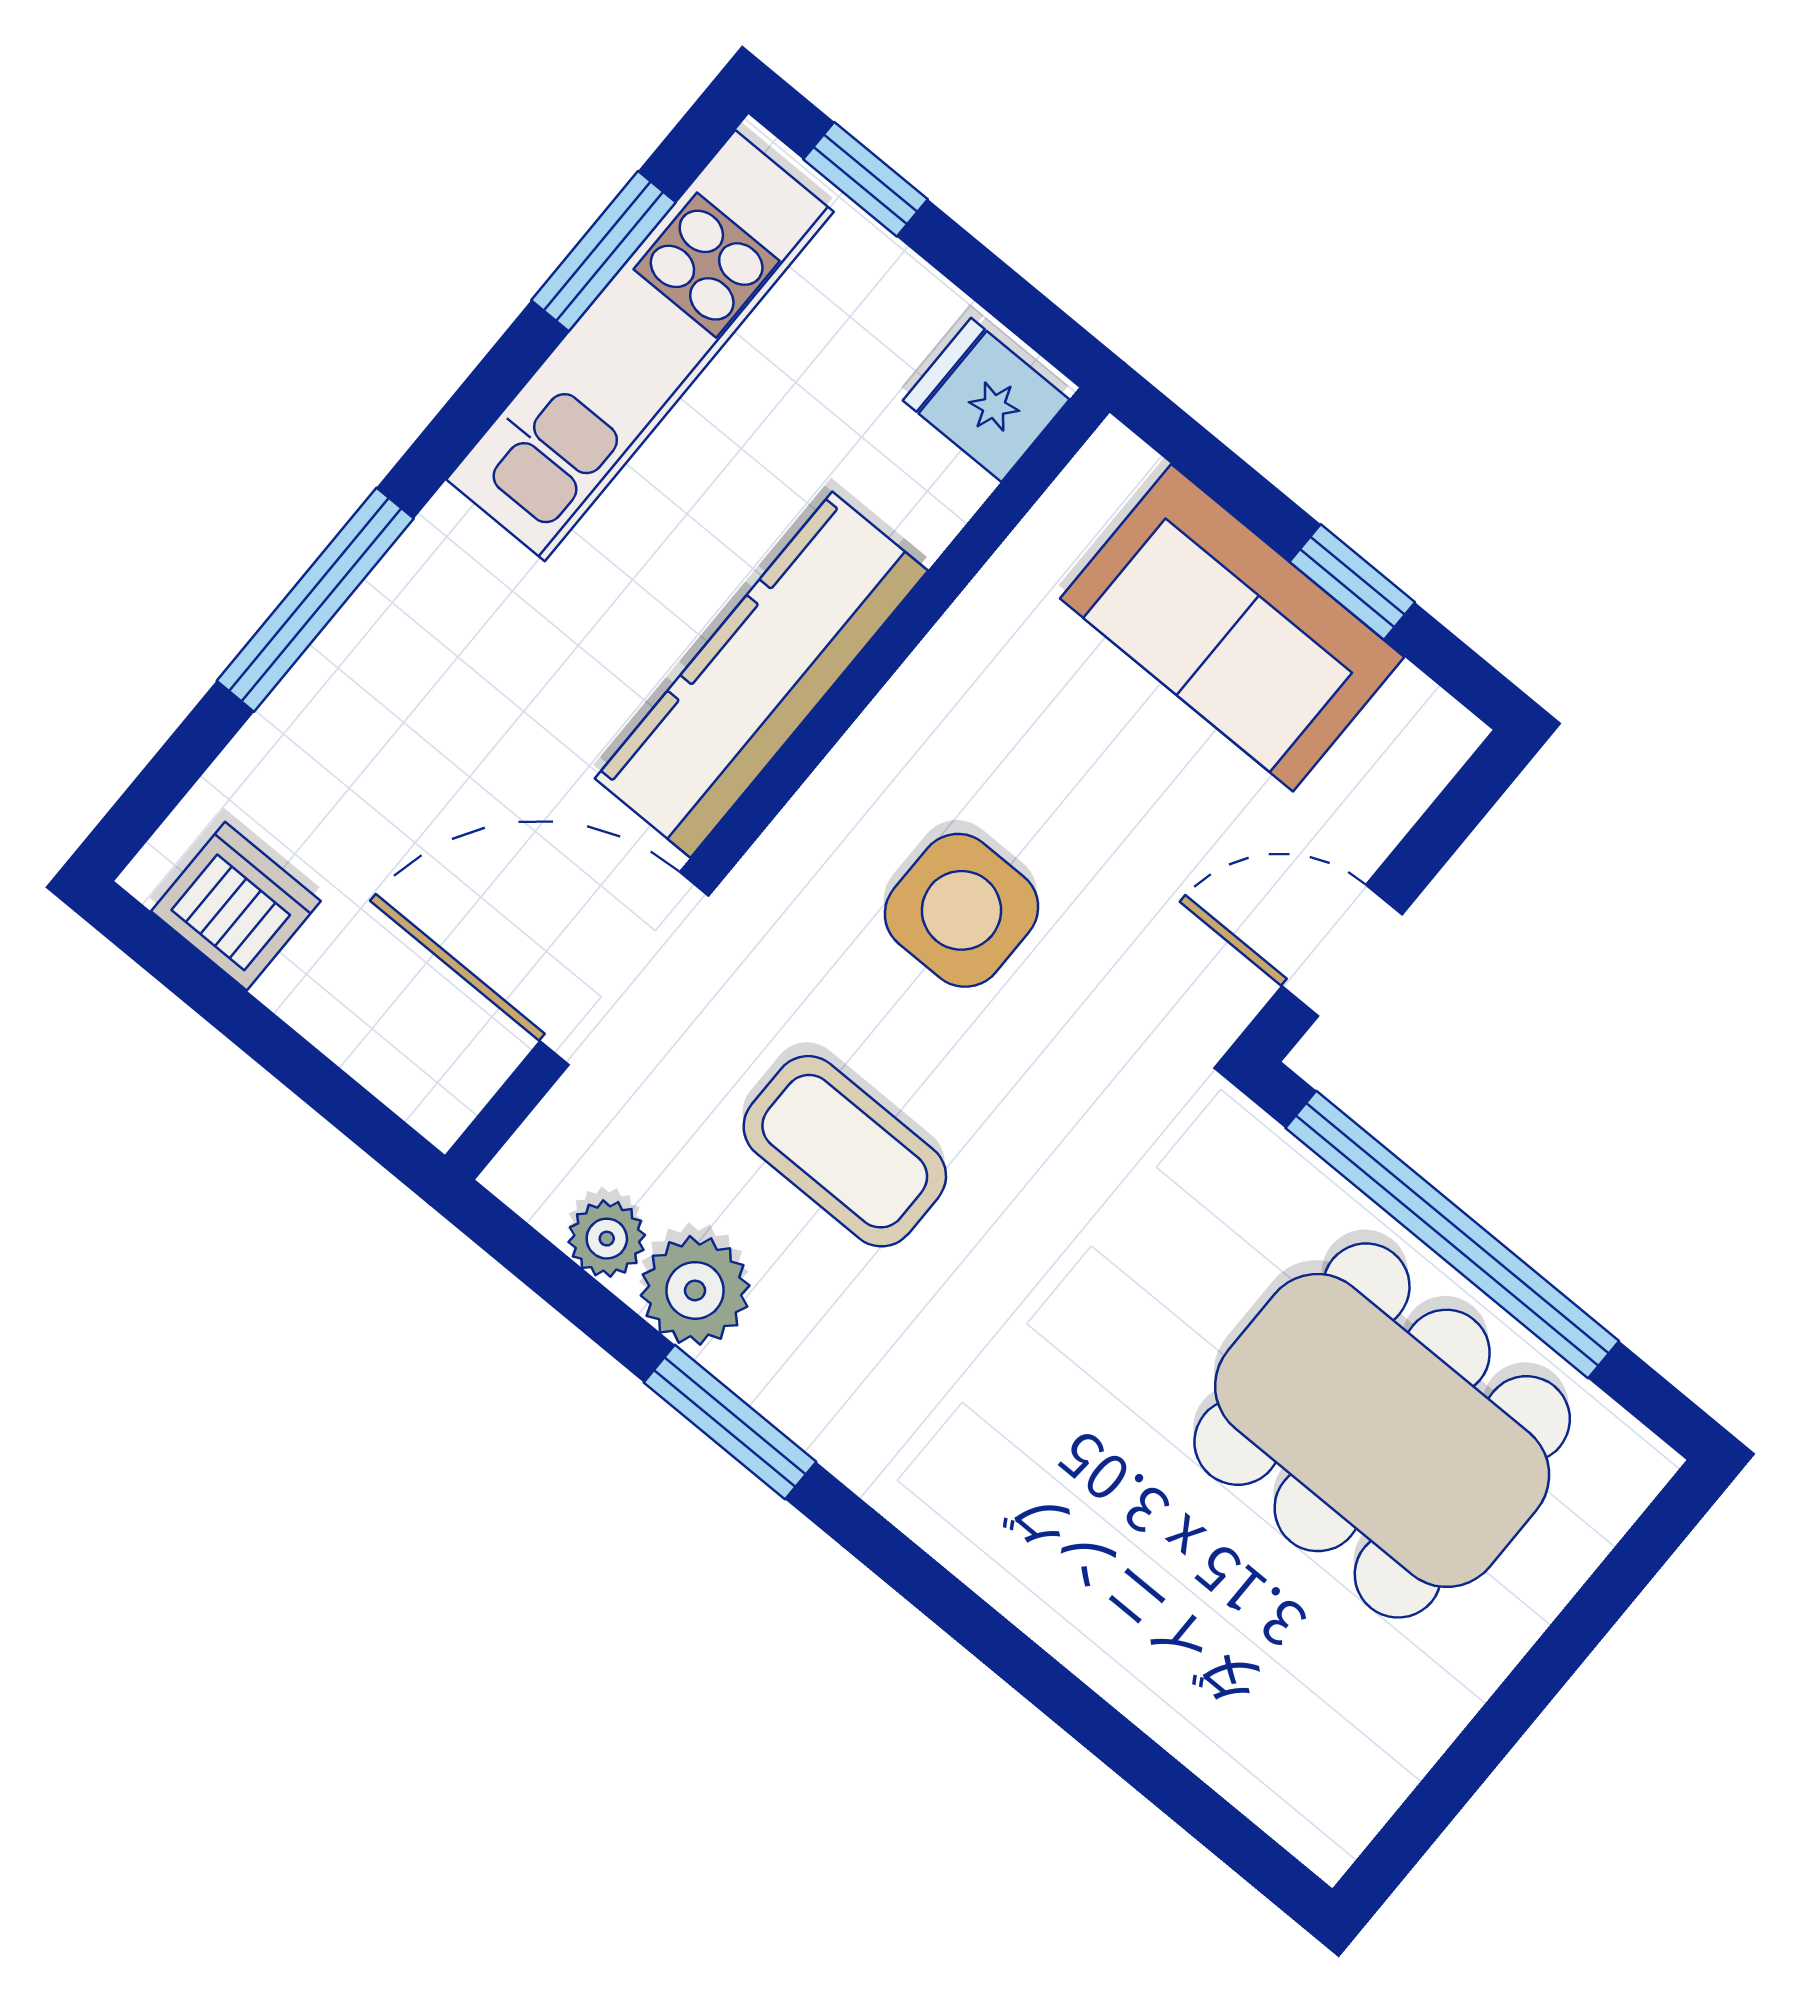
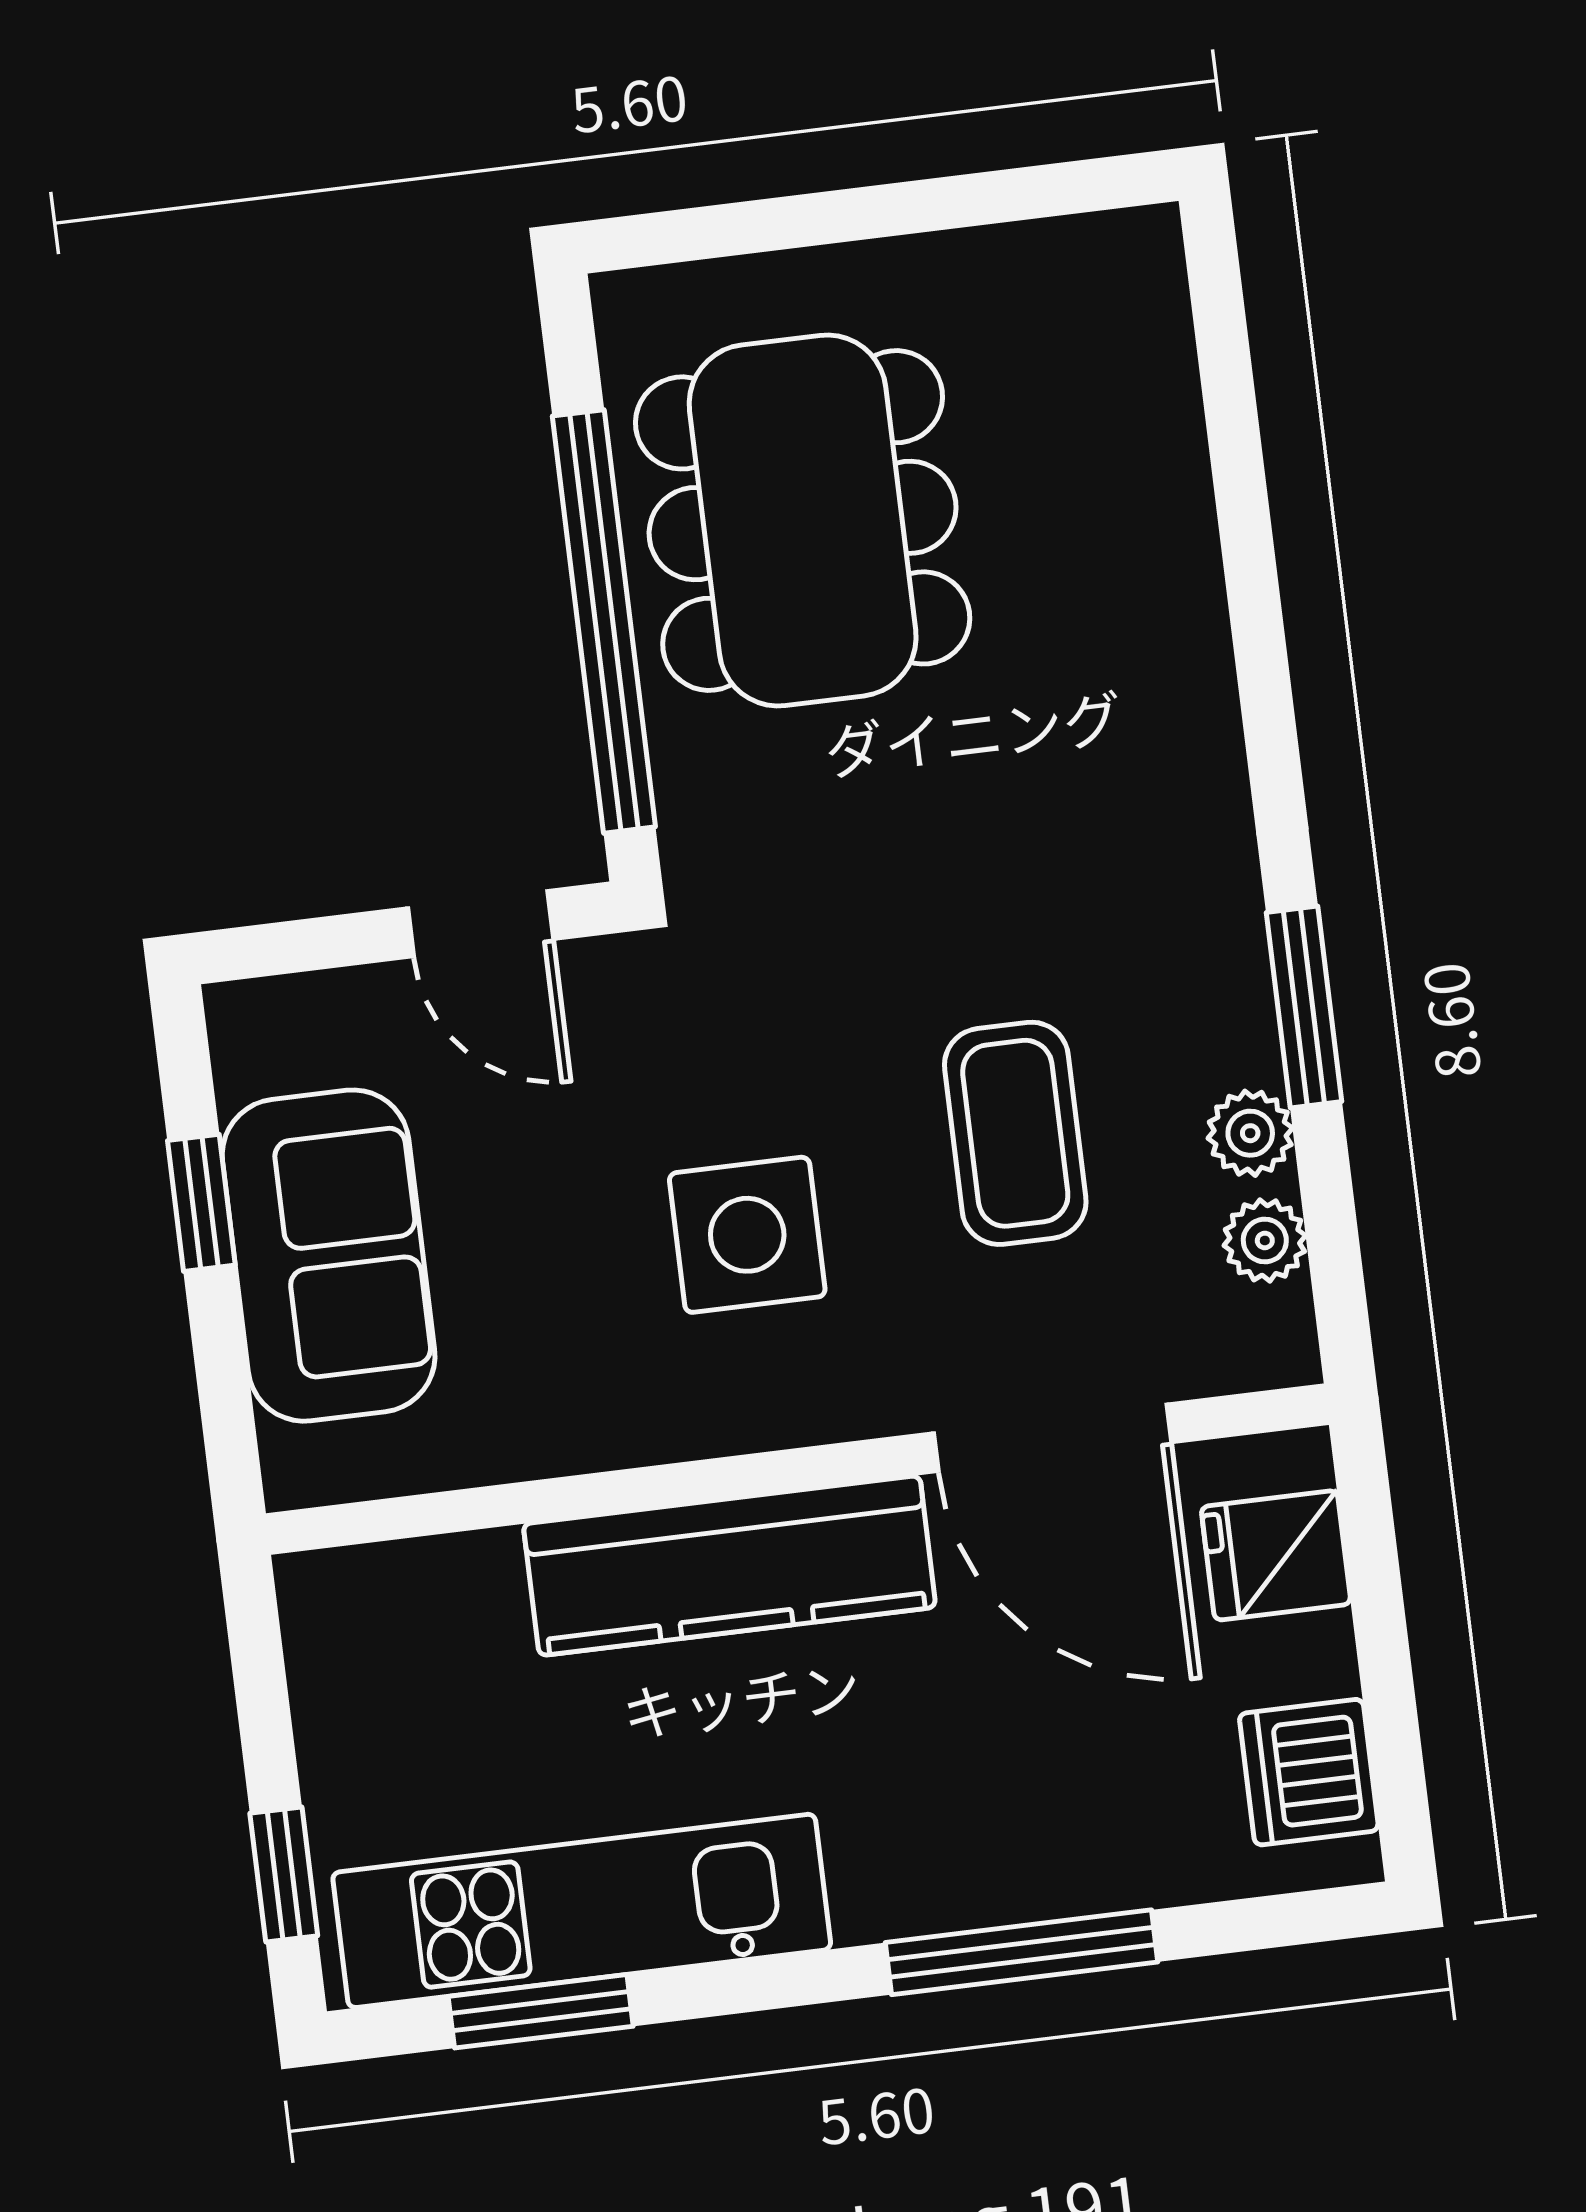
fridge: (986, 400) -> (1276, 1555), moved, turned 90
plant: (695, 1290) -> (1250, 1133), width x0.73, depth x0.73

